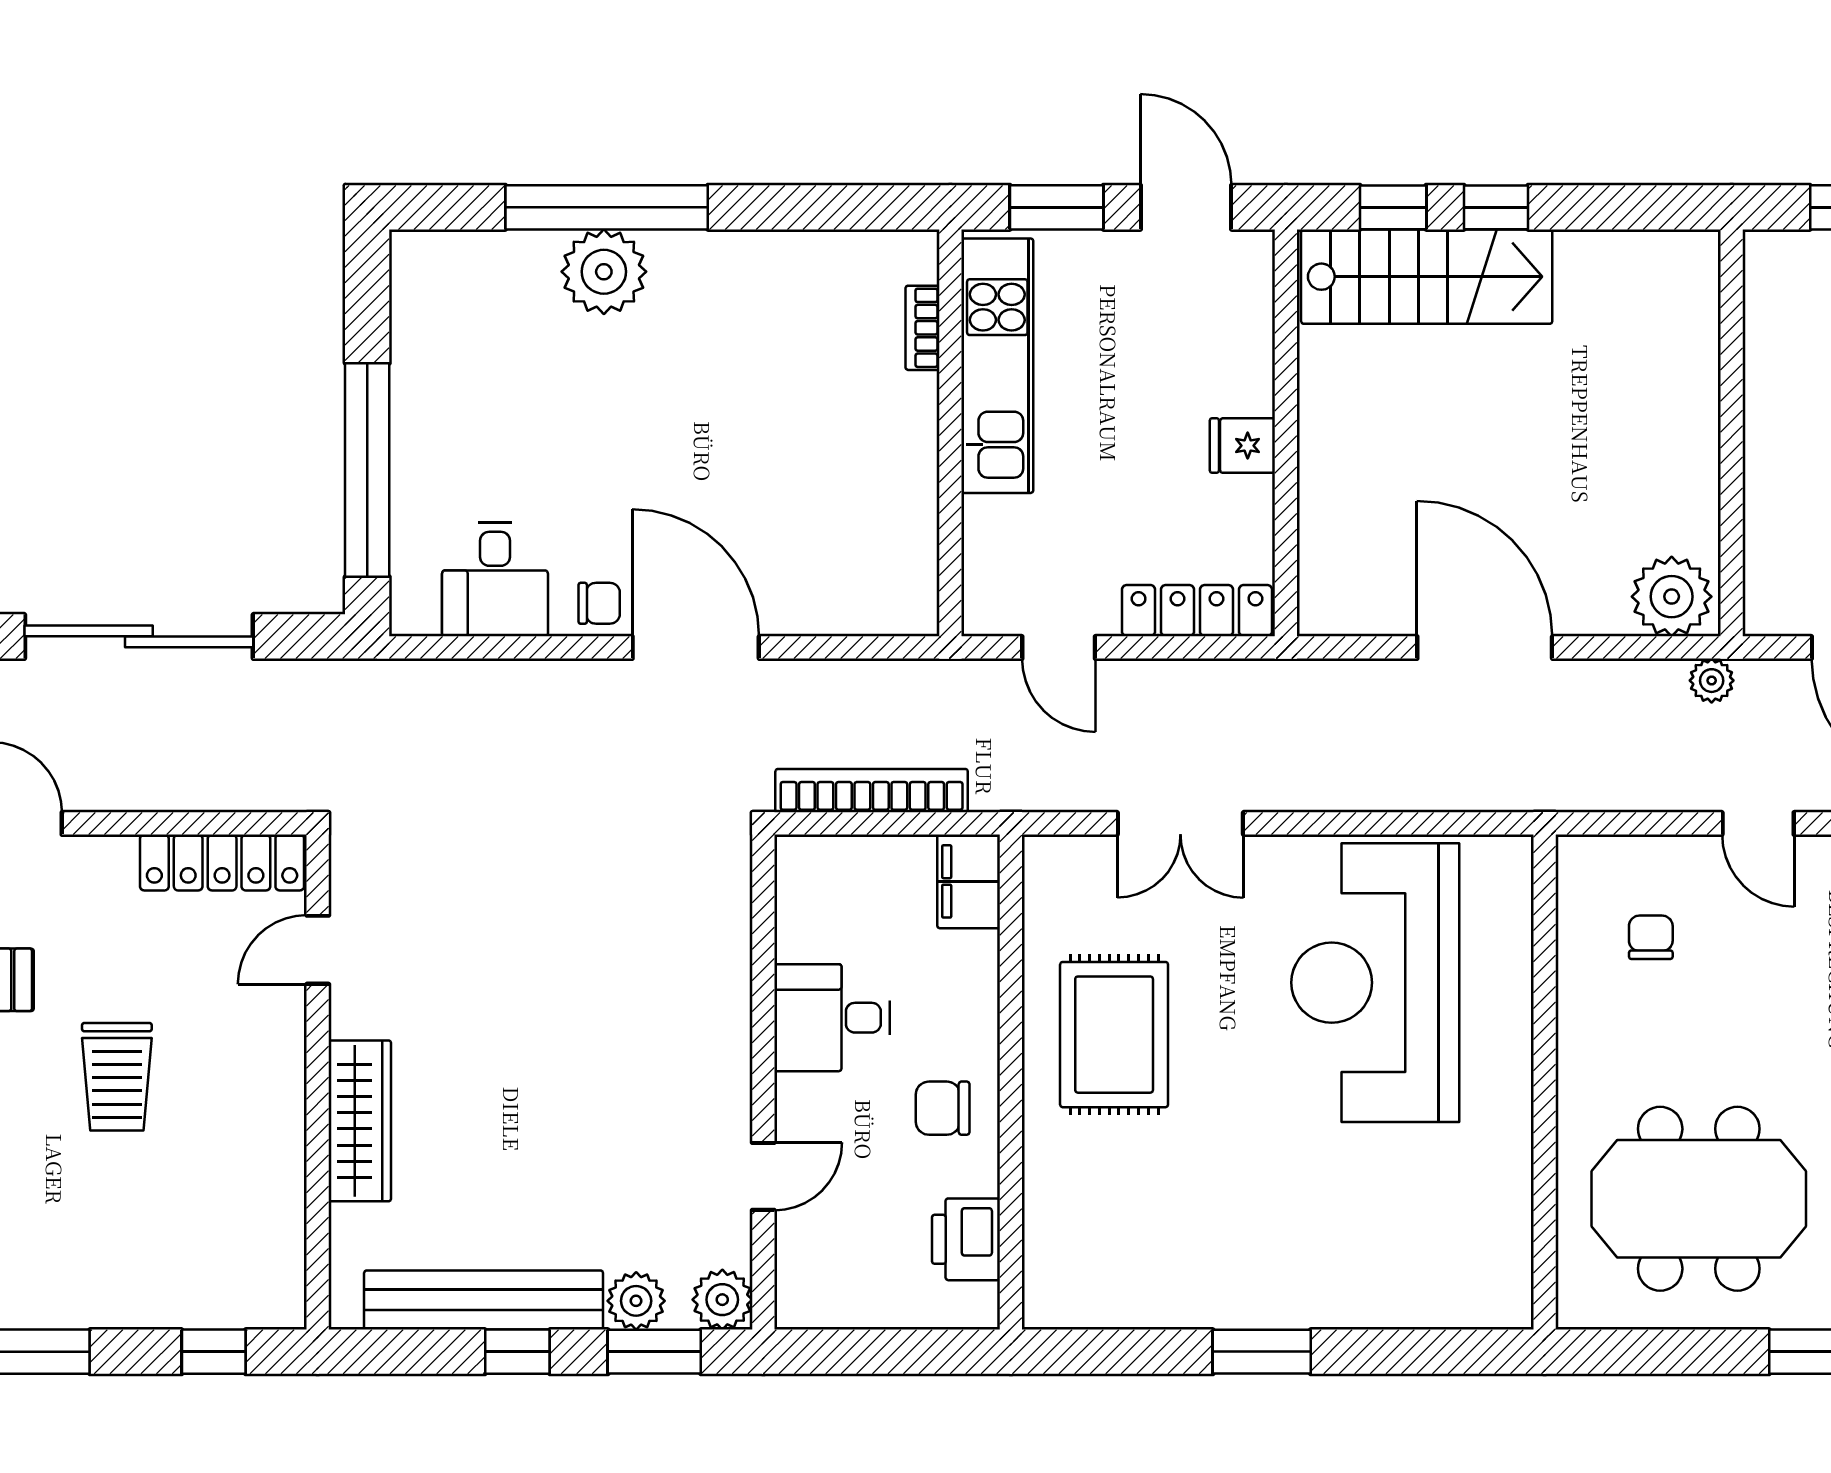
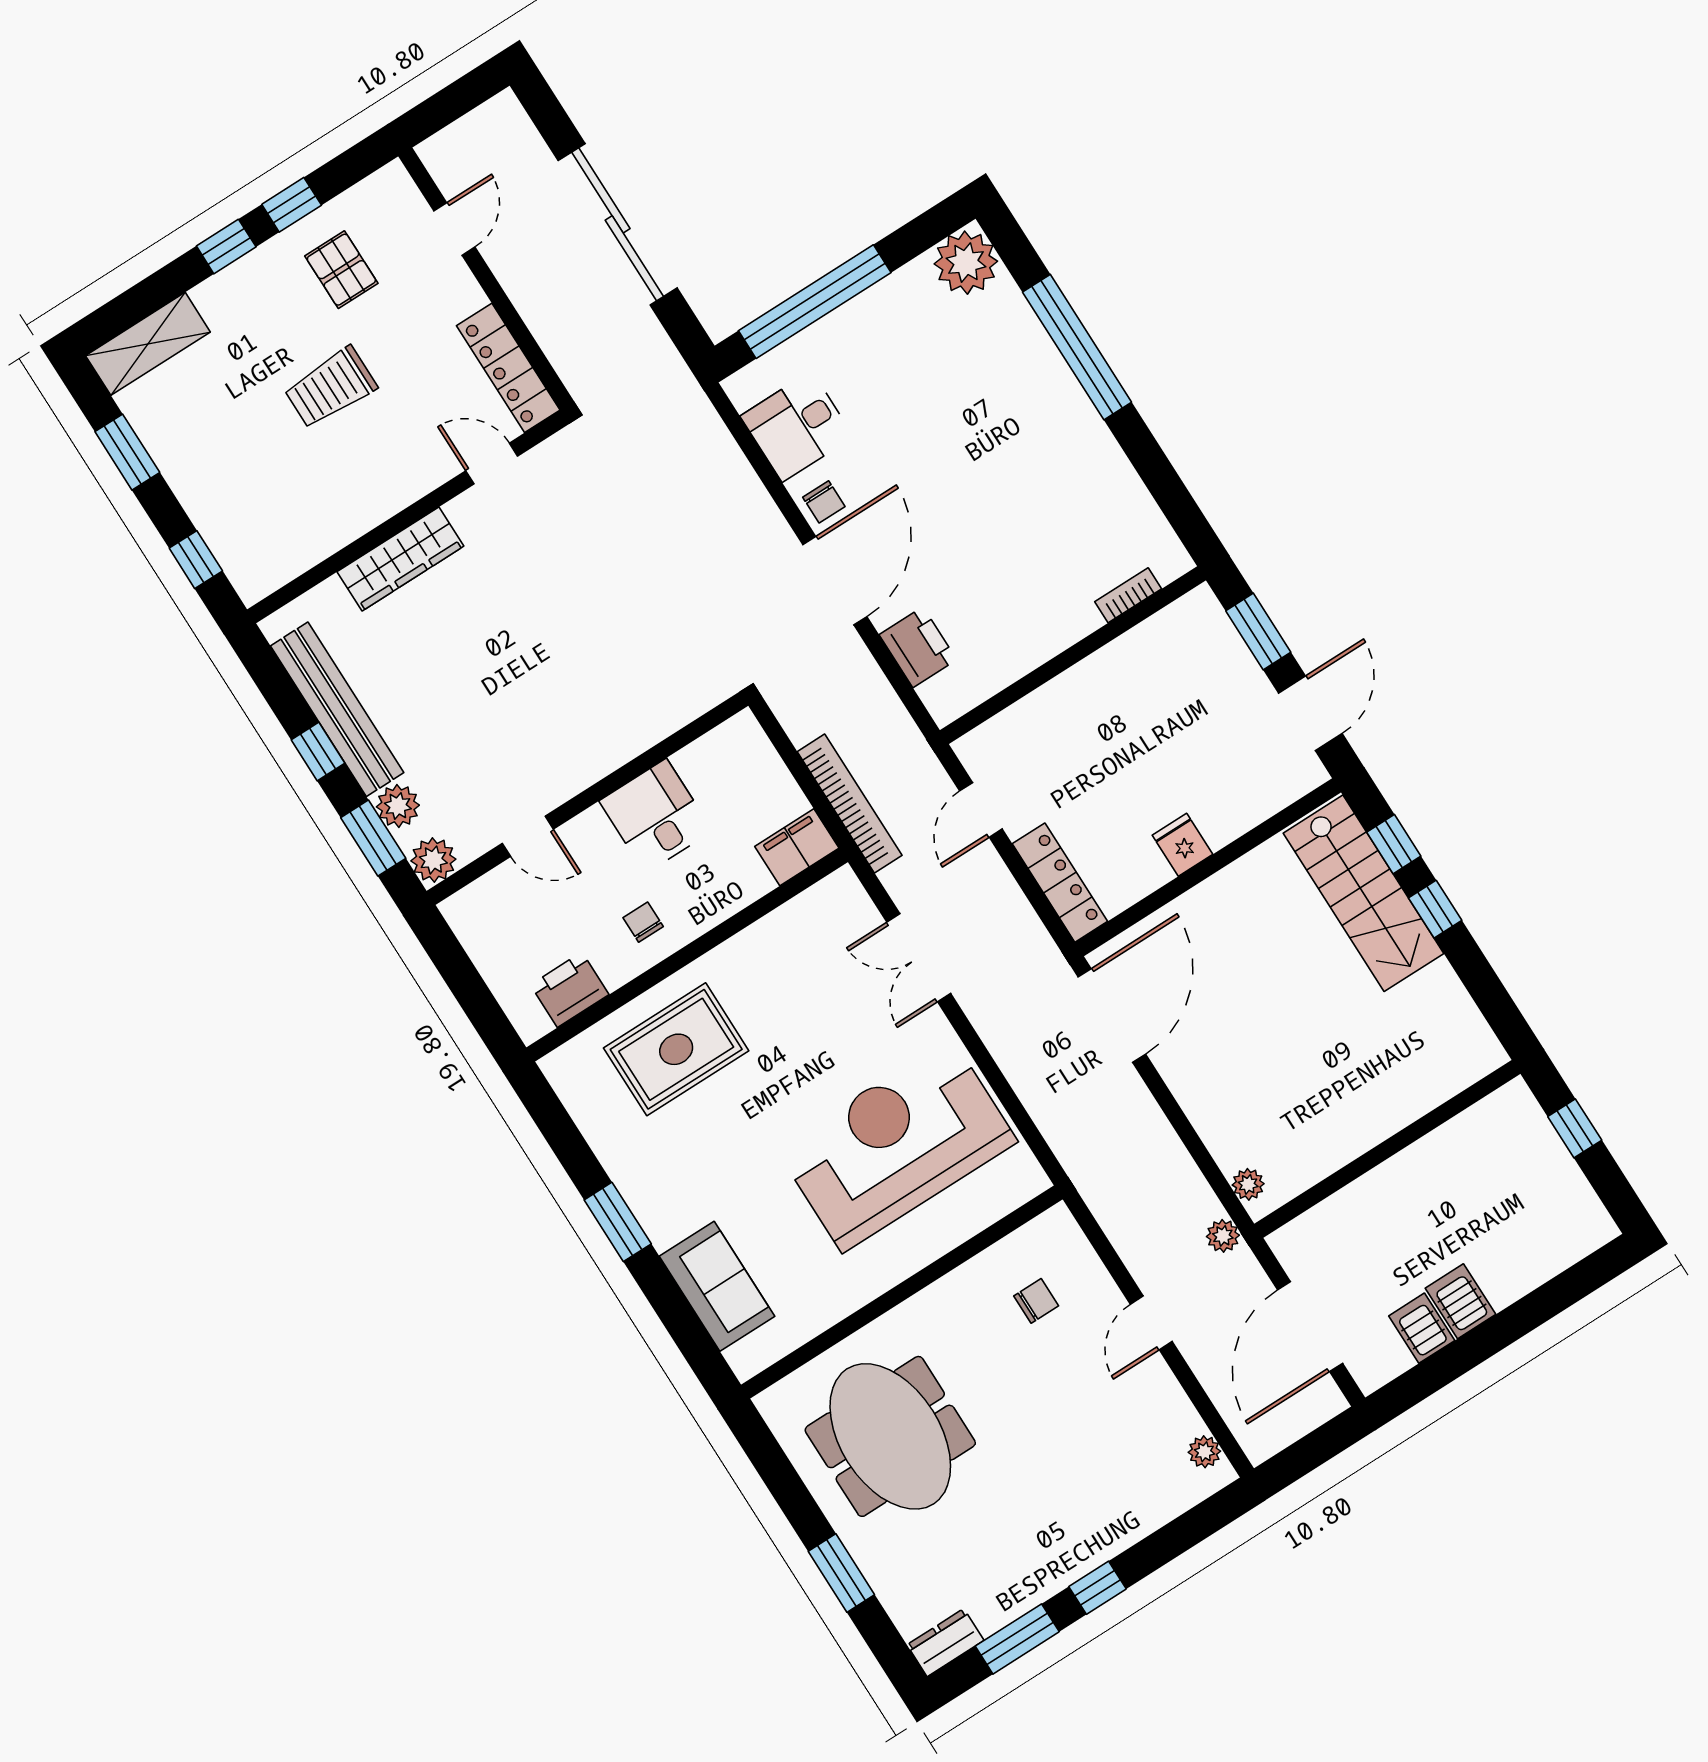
plant: (604, 272) -> (966, 263), moved
kitchen unit: (997, 366) -> (1134, 658), removed
plant: (1672, 597) -> (1248, 1184), width x0.53, depth x0.53
printer: (830, 602) -> (918, 647), added
door: (1485, 647) -> (1112, 1015), moved
bookcase: (872, 791) -> (850, 804), moved
rug: (1114, 1035) -> (676, 1049), moved
chair: (943, 1108) -> (643, 922), width x0.73, depth x0.73
sofa: (1405, 1286) -> (717, 1286), added

